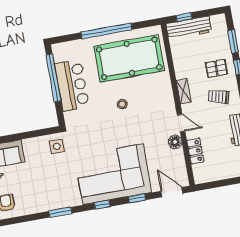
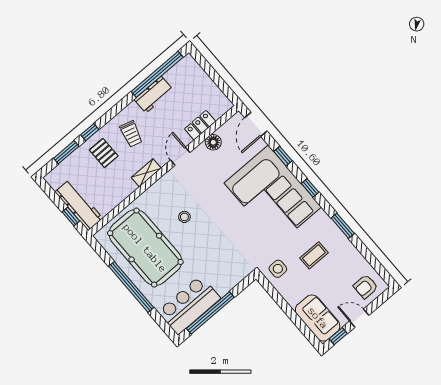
bar counter: (72, 85) -> (189, 305), moved
stool: (122, 104) -> (184, 217), moved
floor lamp: (175, 142) -> (213, 142), moved
coffee table: (51, 178) -> (314, 255), added

